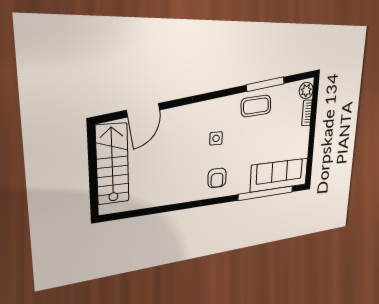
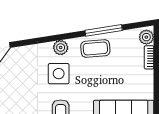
plant: (219, 107) -> (61, 48), added
side table: (216, 138) -> (59, 74), width x1.87, depth x1.87

